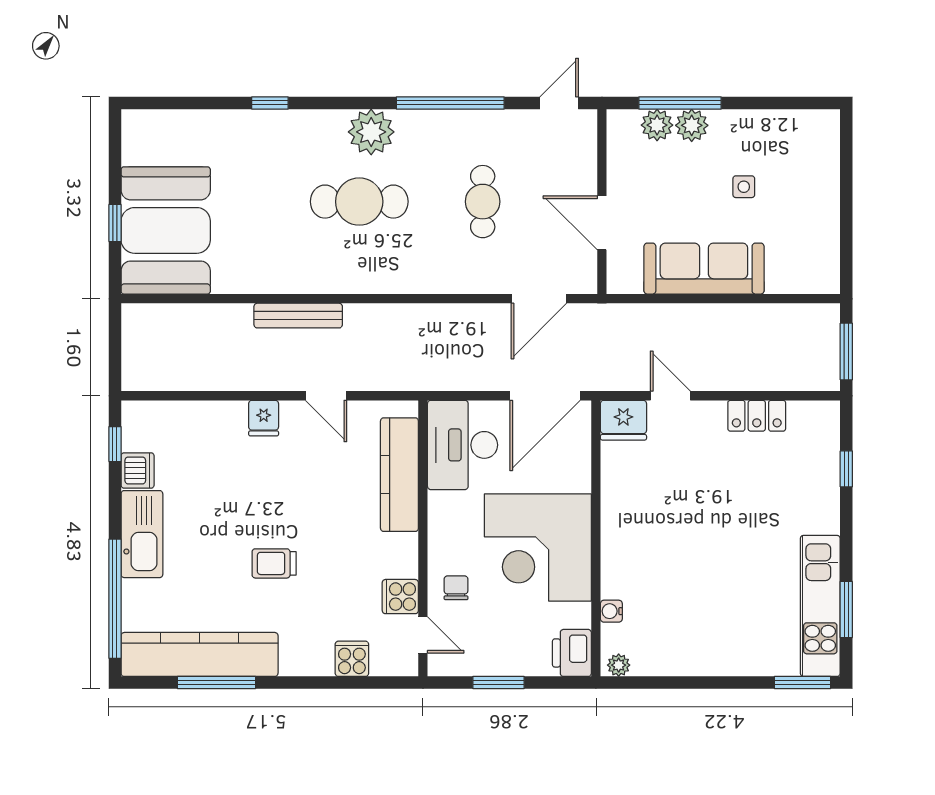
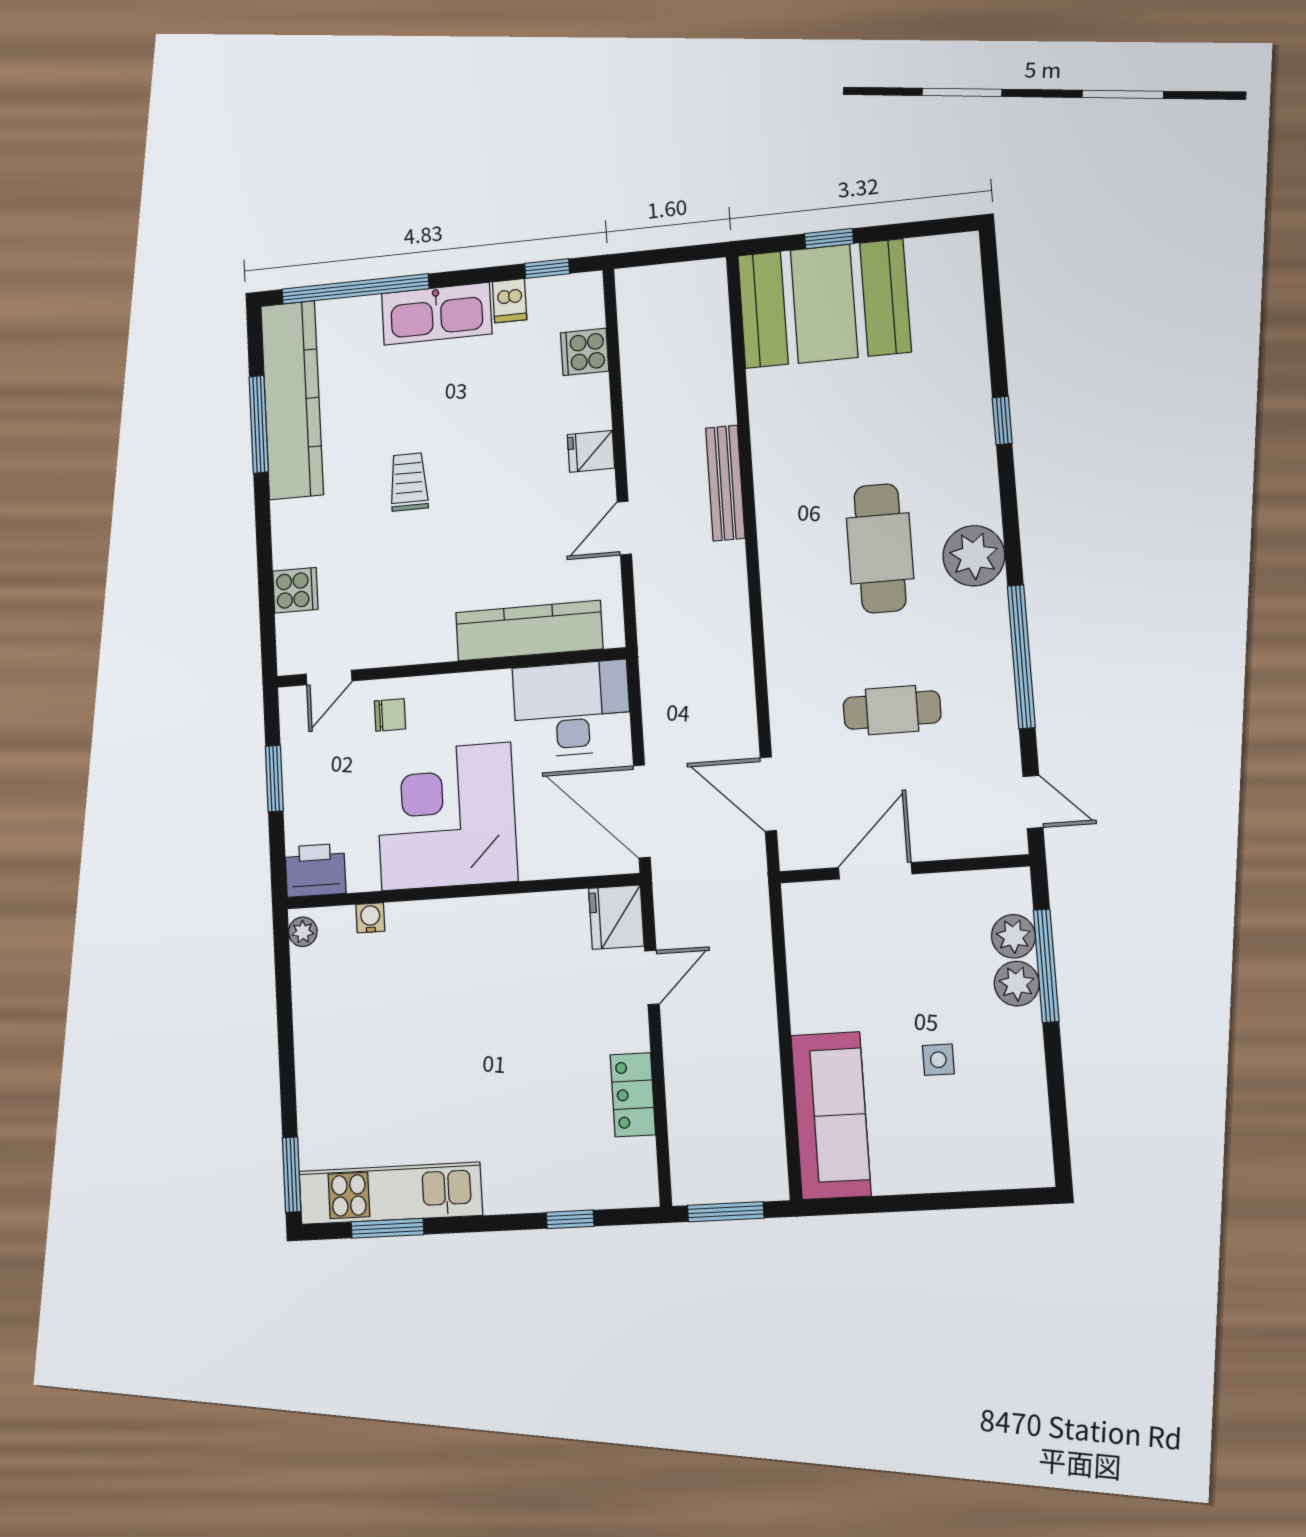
sofa: (704, 269) -> (831, 1115), moved
dishwasher: (138, 470) -> (510, 301), width x0.73
cooker: (400, 597) -> (585, 352), moved, turned -90

